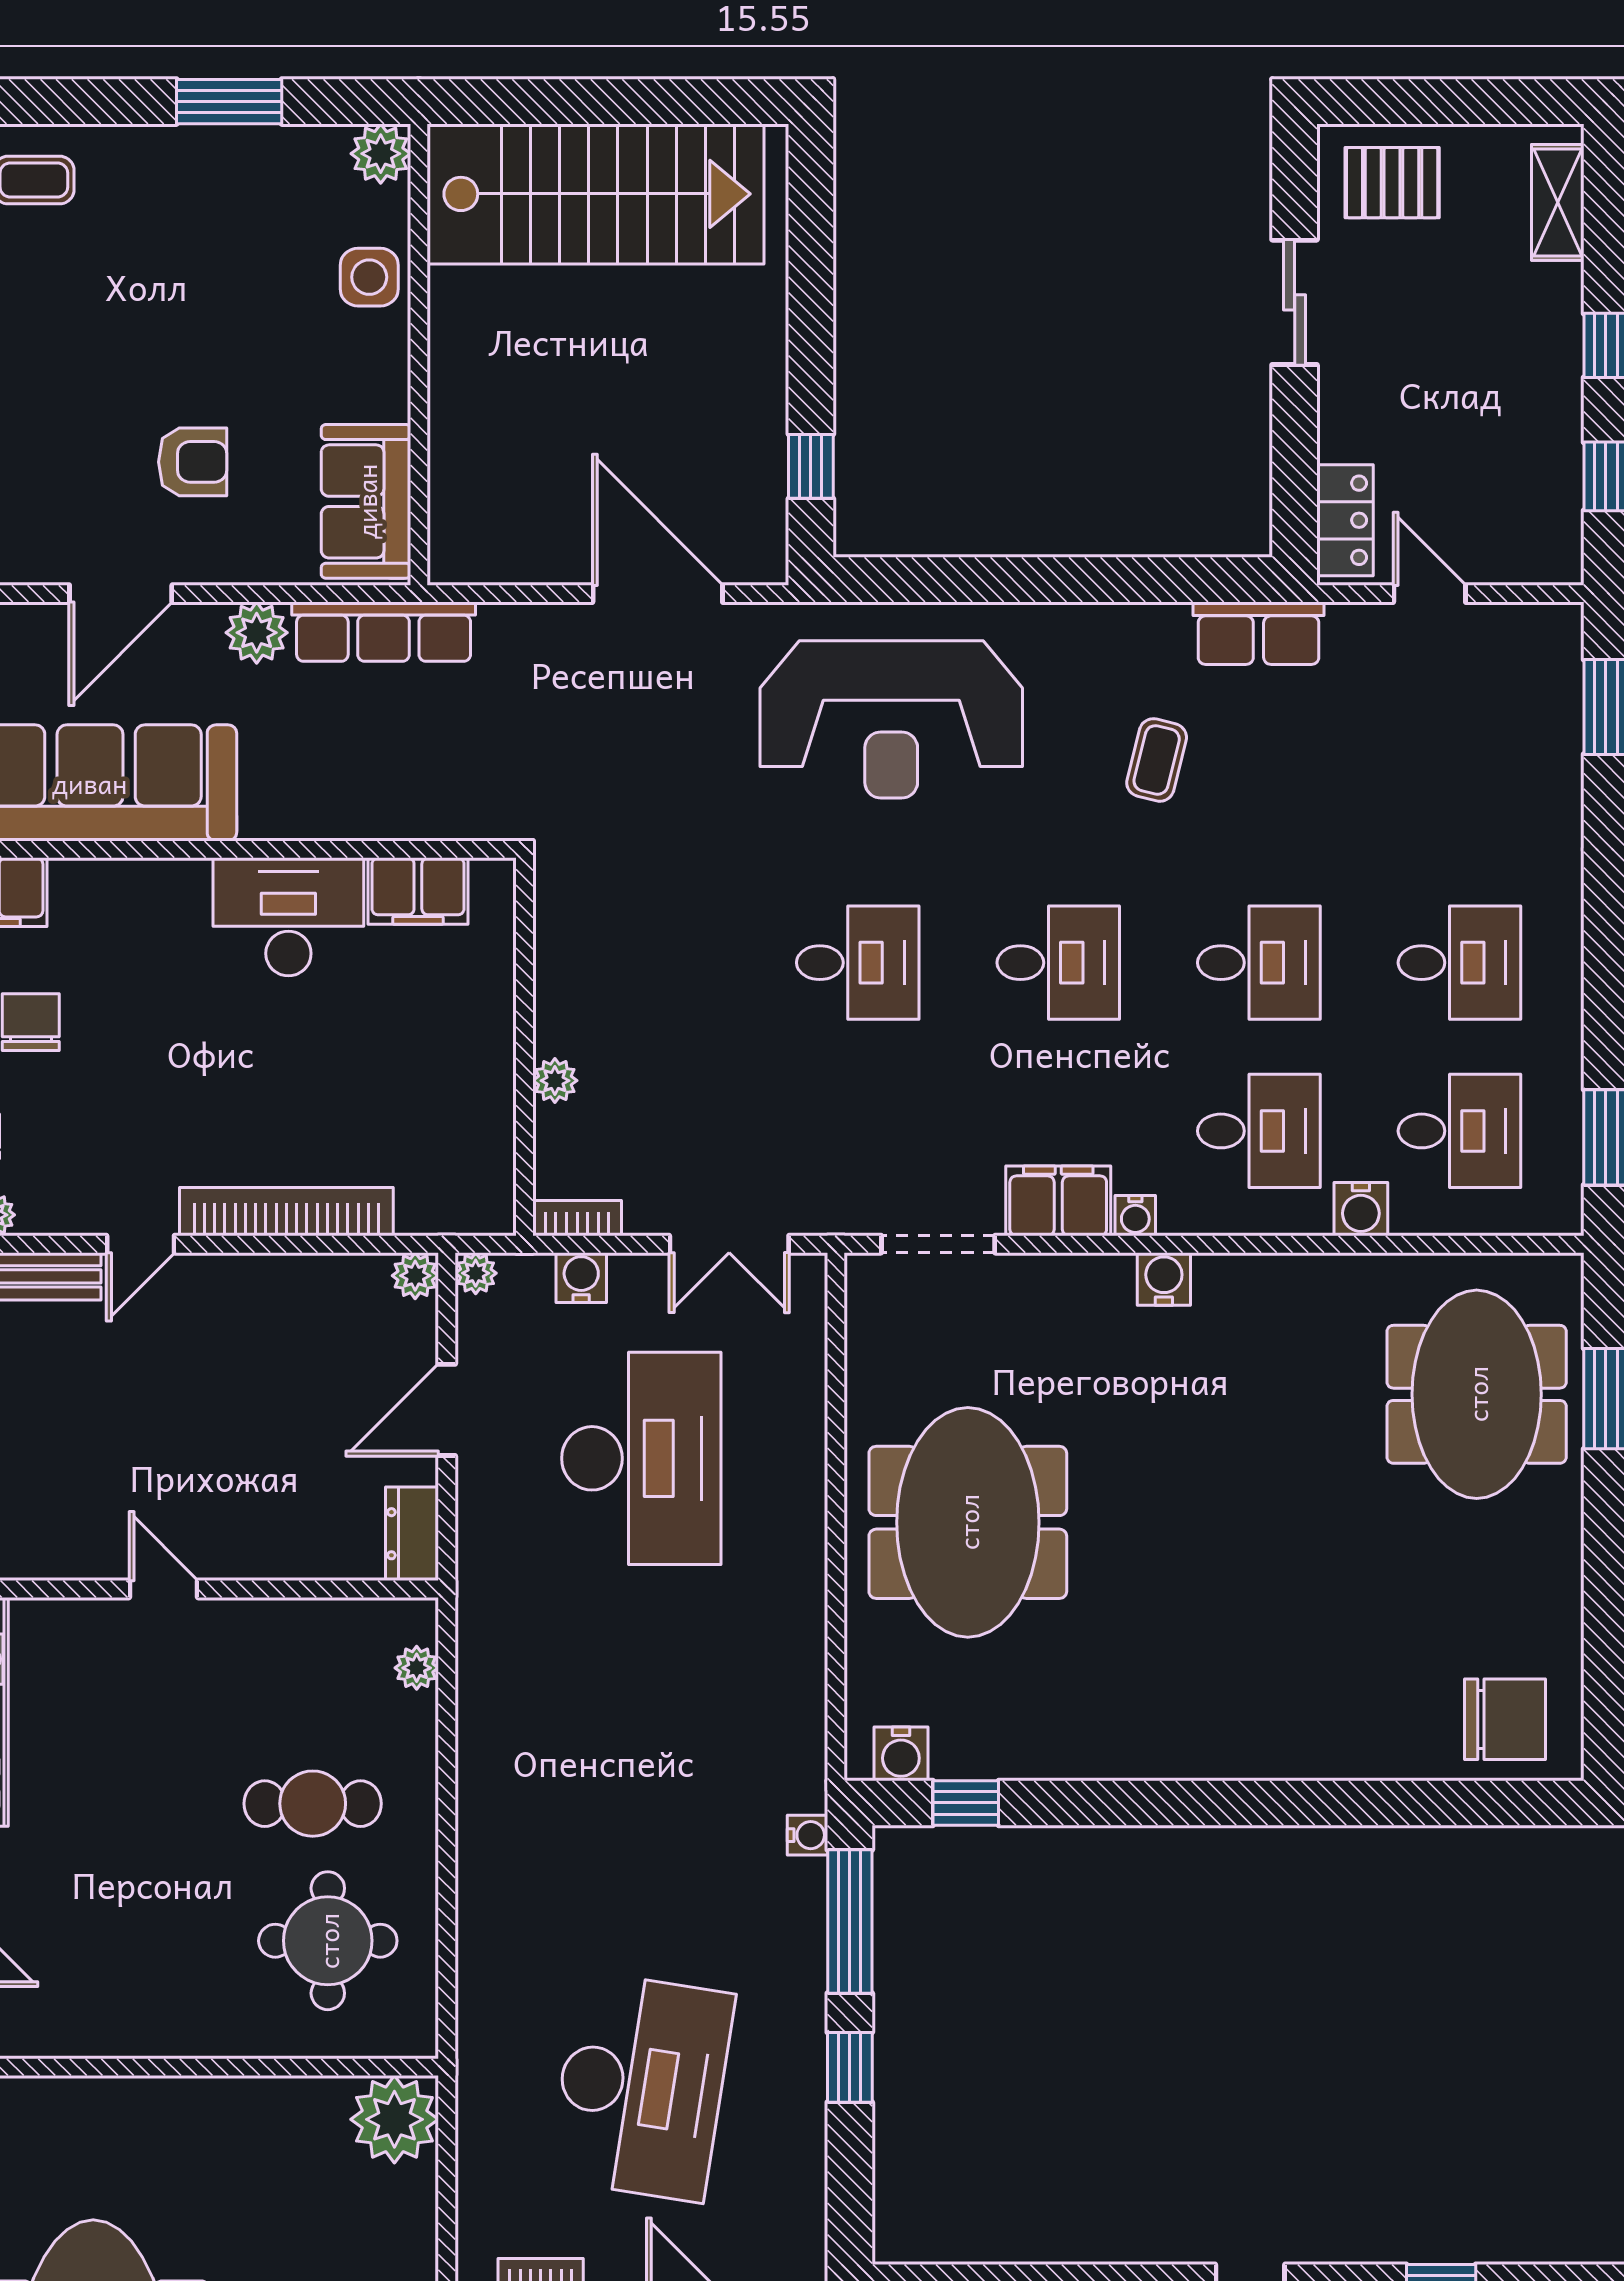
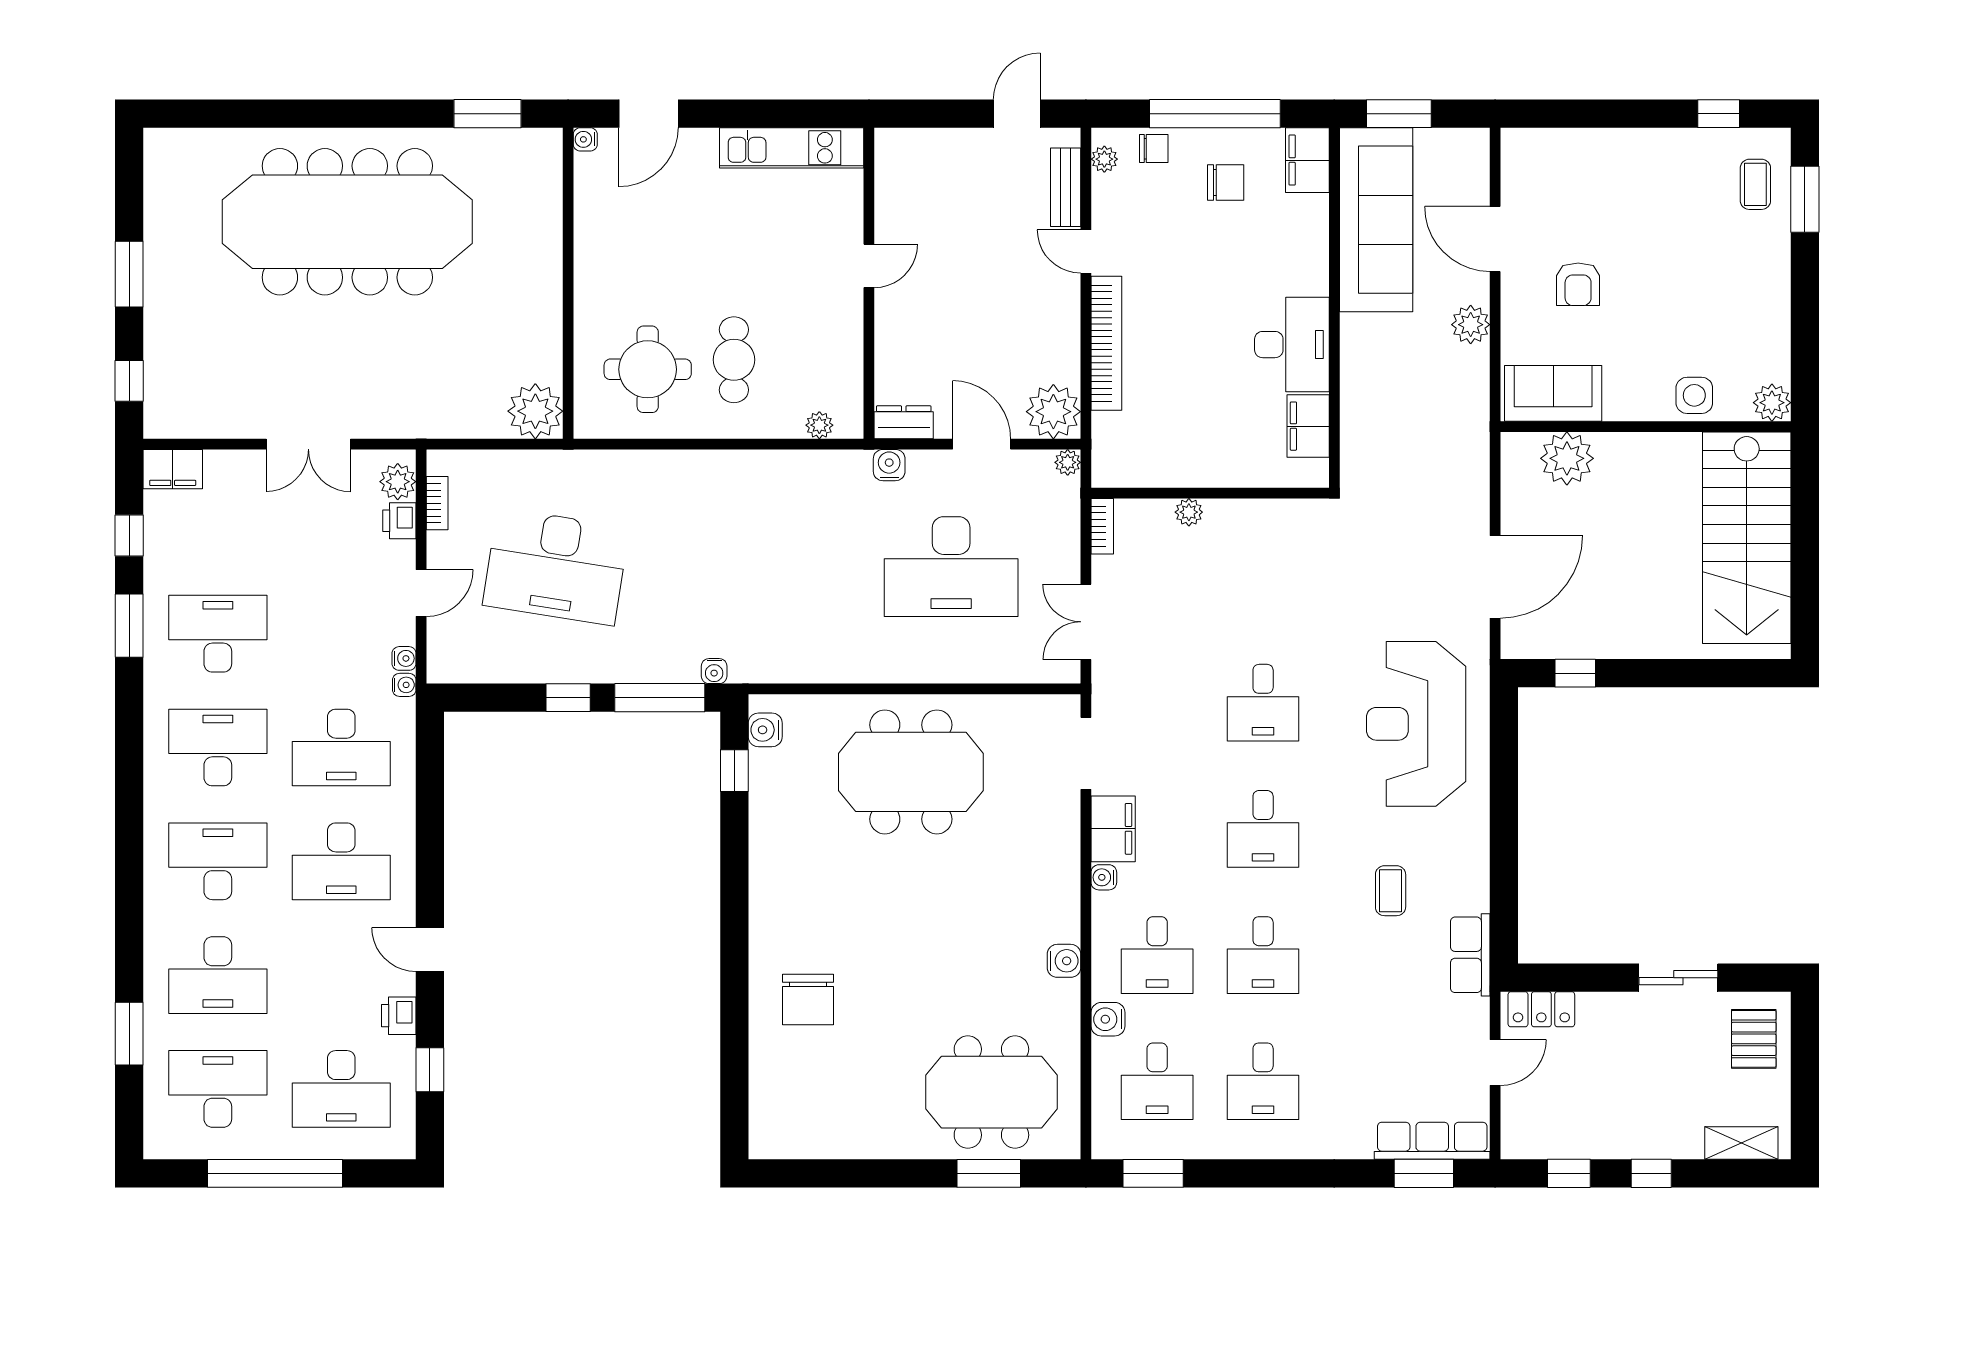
window: (229, 102) -> (1805, 199), moved
plant: (469, 480) -> (1567, 458), added
row of seats: (384, 632) -> (1432, 1141), moved, turned 90
coffee table: (1157, 760) -> (1391, 891), turned 76
plant: (415, 1276) -> (1053, 412), width x1.88, depth x1.88
water cooler: (581, 1278) -> (889, 465), moved, turned -90
water cooler: (1164, 1279) -> (1064, 961), moved
chair: (1505, 1719) -> (808, 1000), moved

